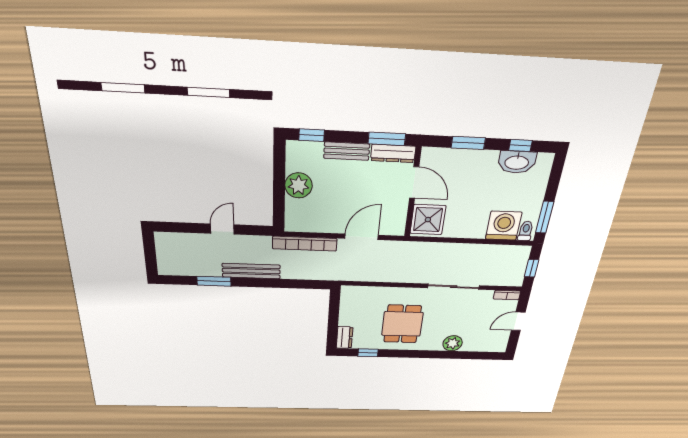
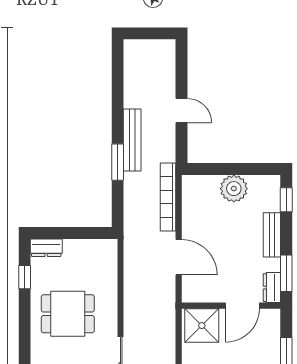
dresser: (393, 153) -> (272, 288), width x0.70
window: (214, 281) -> (118, 162), moved

